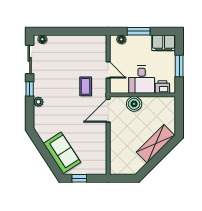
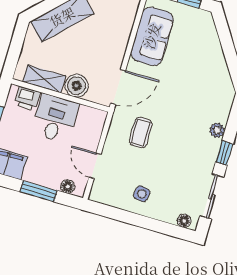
side table: (74, 48) -> (142, 194), added
door: (108, 70) -> (95, 166), moved
shelving: (155, 102) -> (44, 79), added
sofa: (62, 153) -> (152, 36), moved, turned -147

